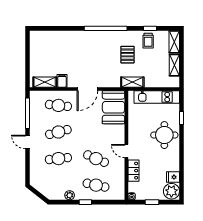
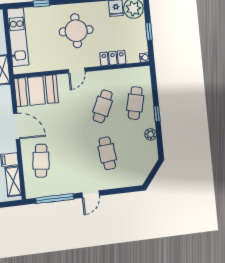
cafe table: (58, 132) -> (74, 157), removed
round table: (164, 135) -> (76, 31), moved
door: (126, 151) -> (77, 71), moved

